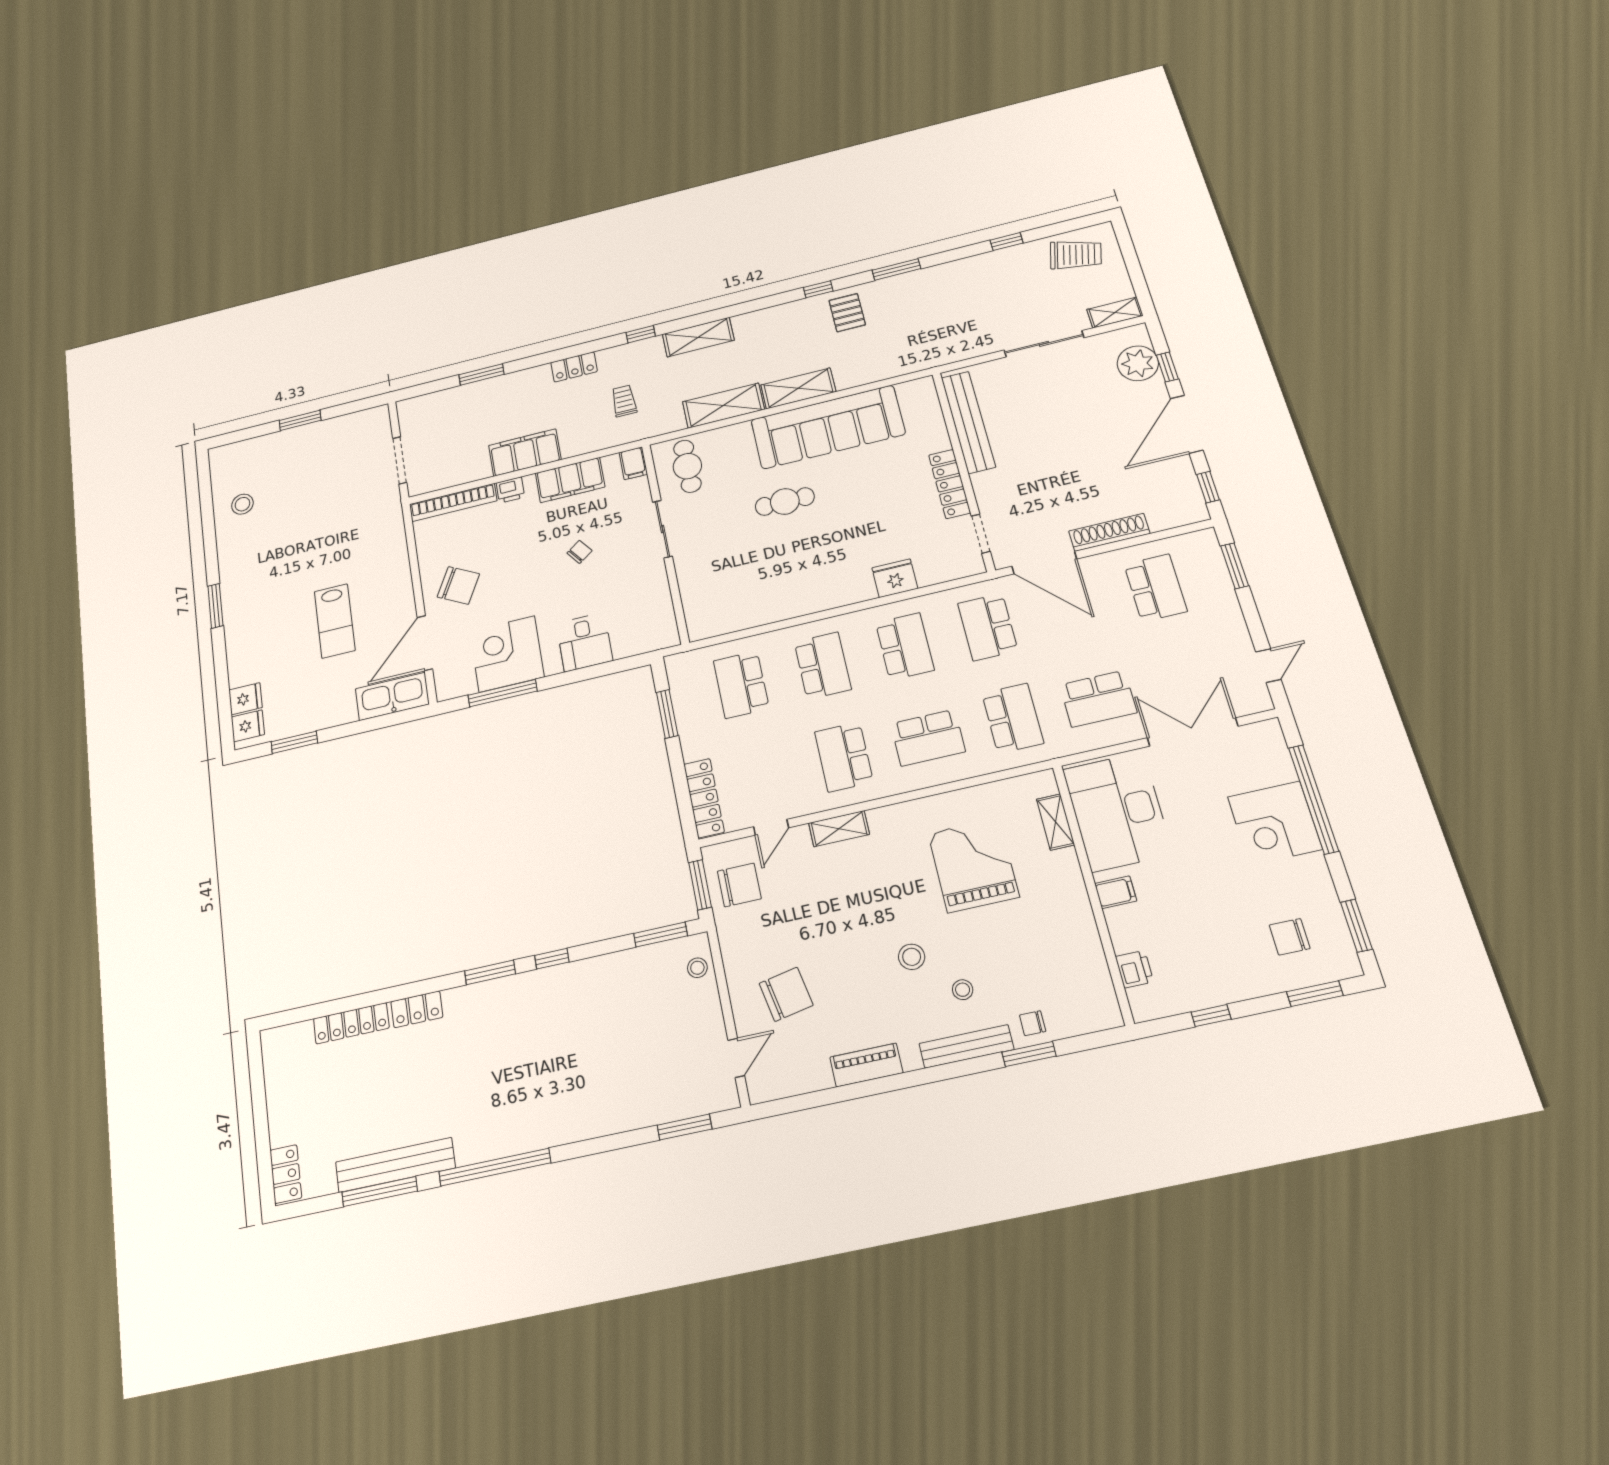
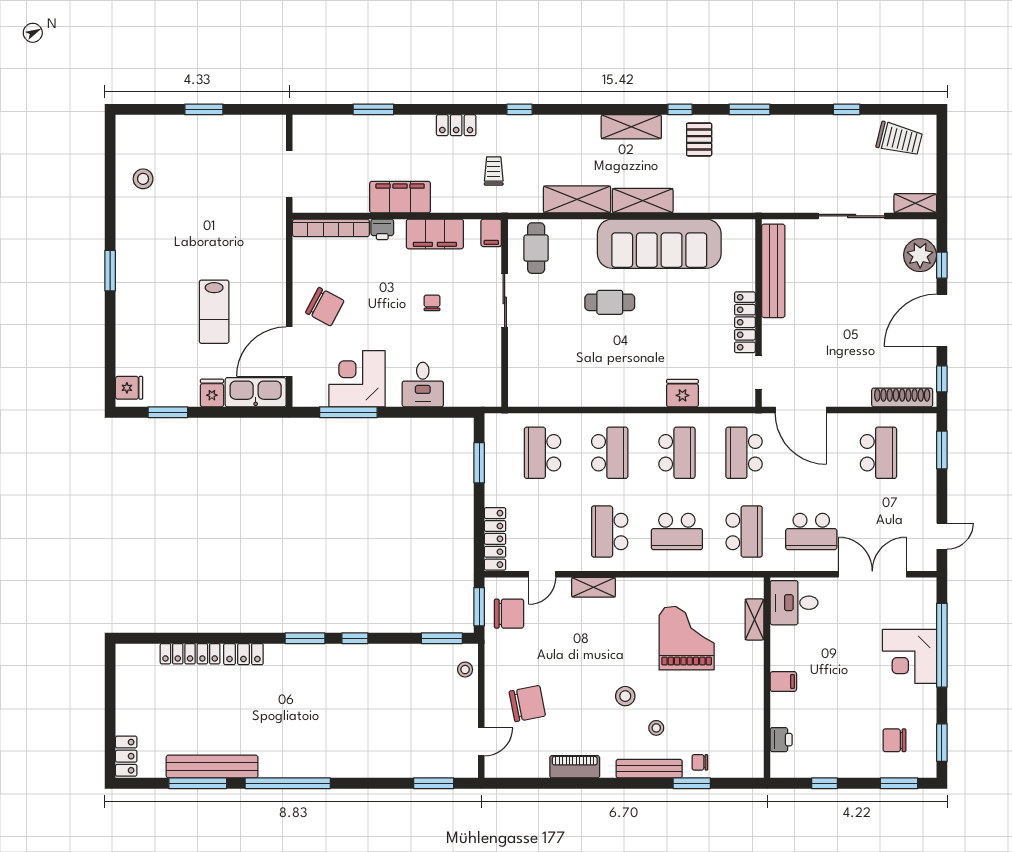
shelving: (698, 337) -> (631, 127), moved
shoe rack: (1109, 532) -> (902, 397), moved
chair: (580, 552) -> (432, 303), turned -54
fridge: (246, 699) -> (212, 393), moved, turned -90
desk: (1117, 812) -> (794, 603), width x0.53, depth x0.77

